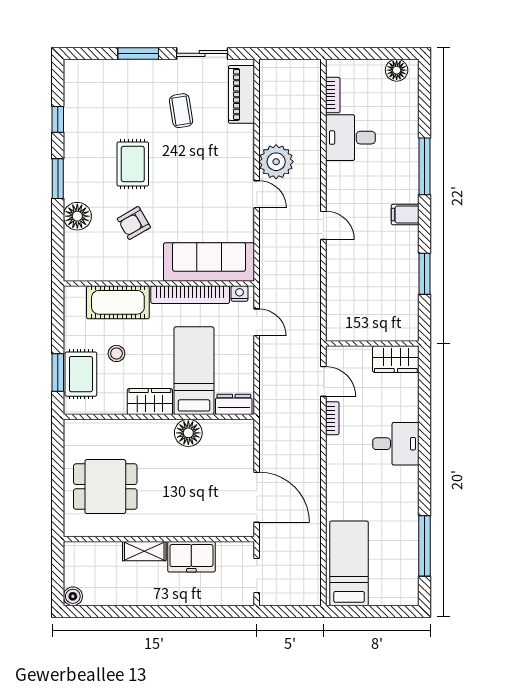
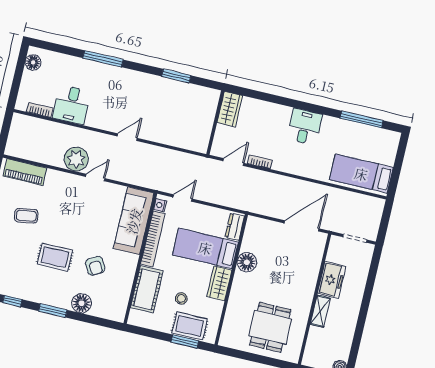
filing cabinet: (405, 215) -> (133, 80), removed
desk: (396, 444) -> (304, 127), moved

